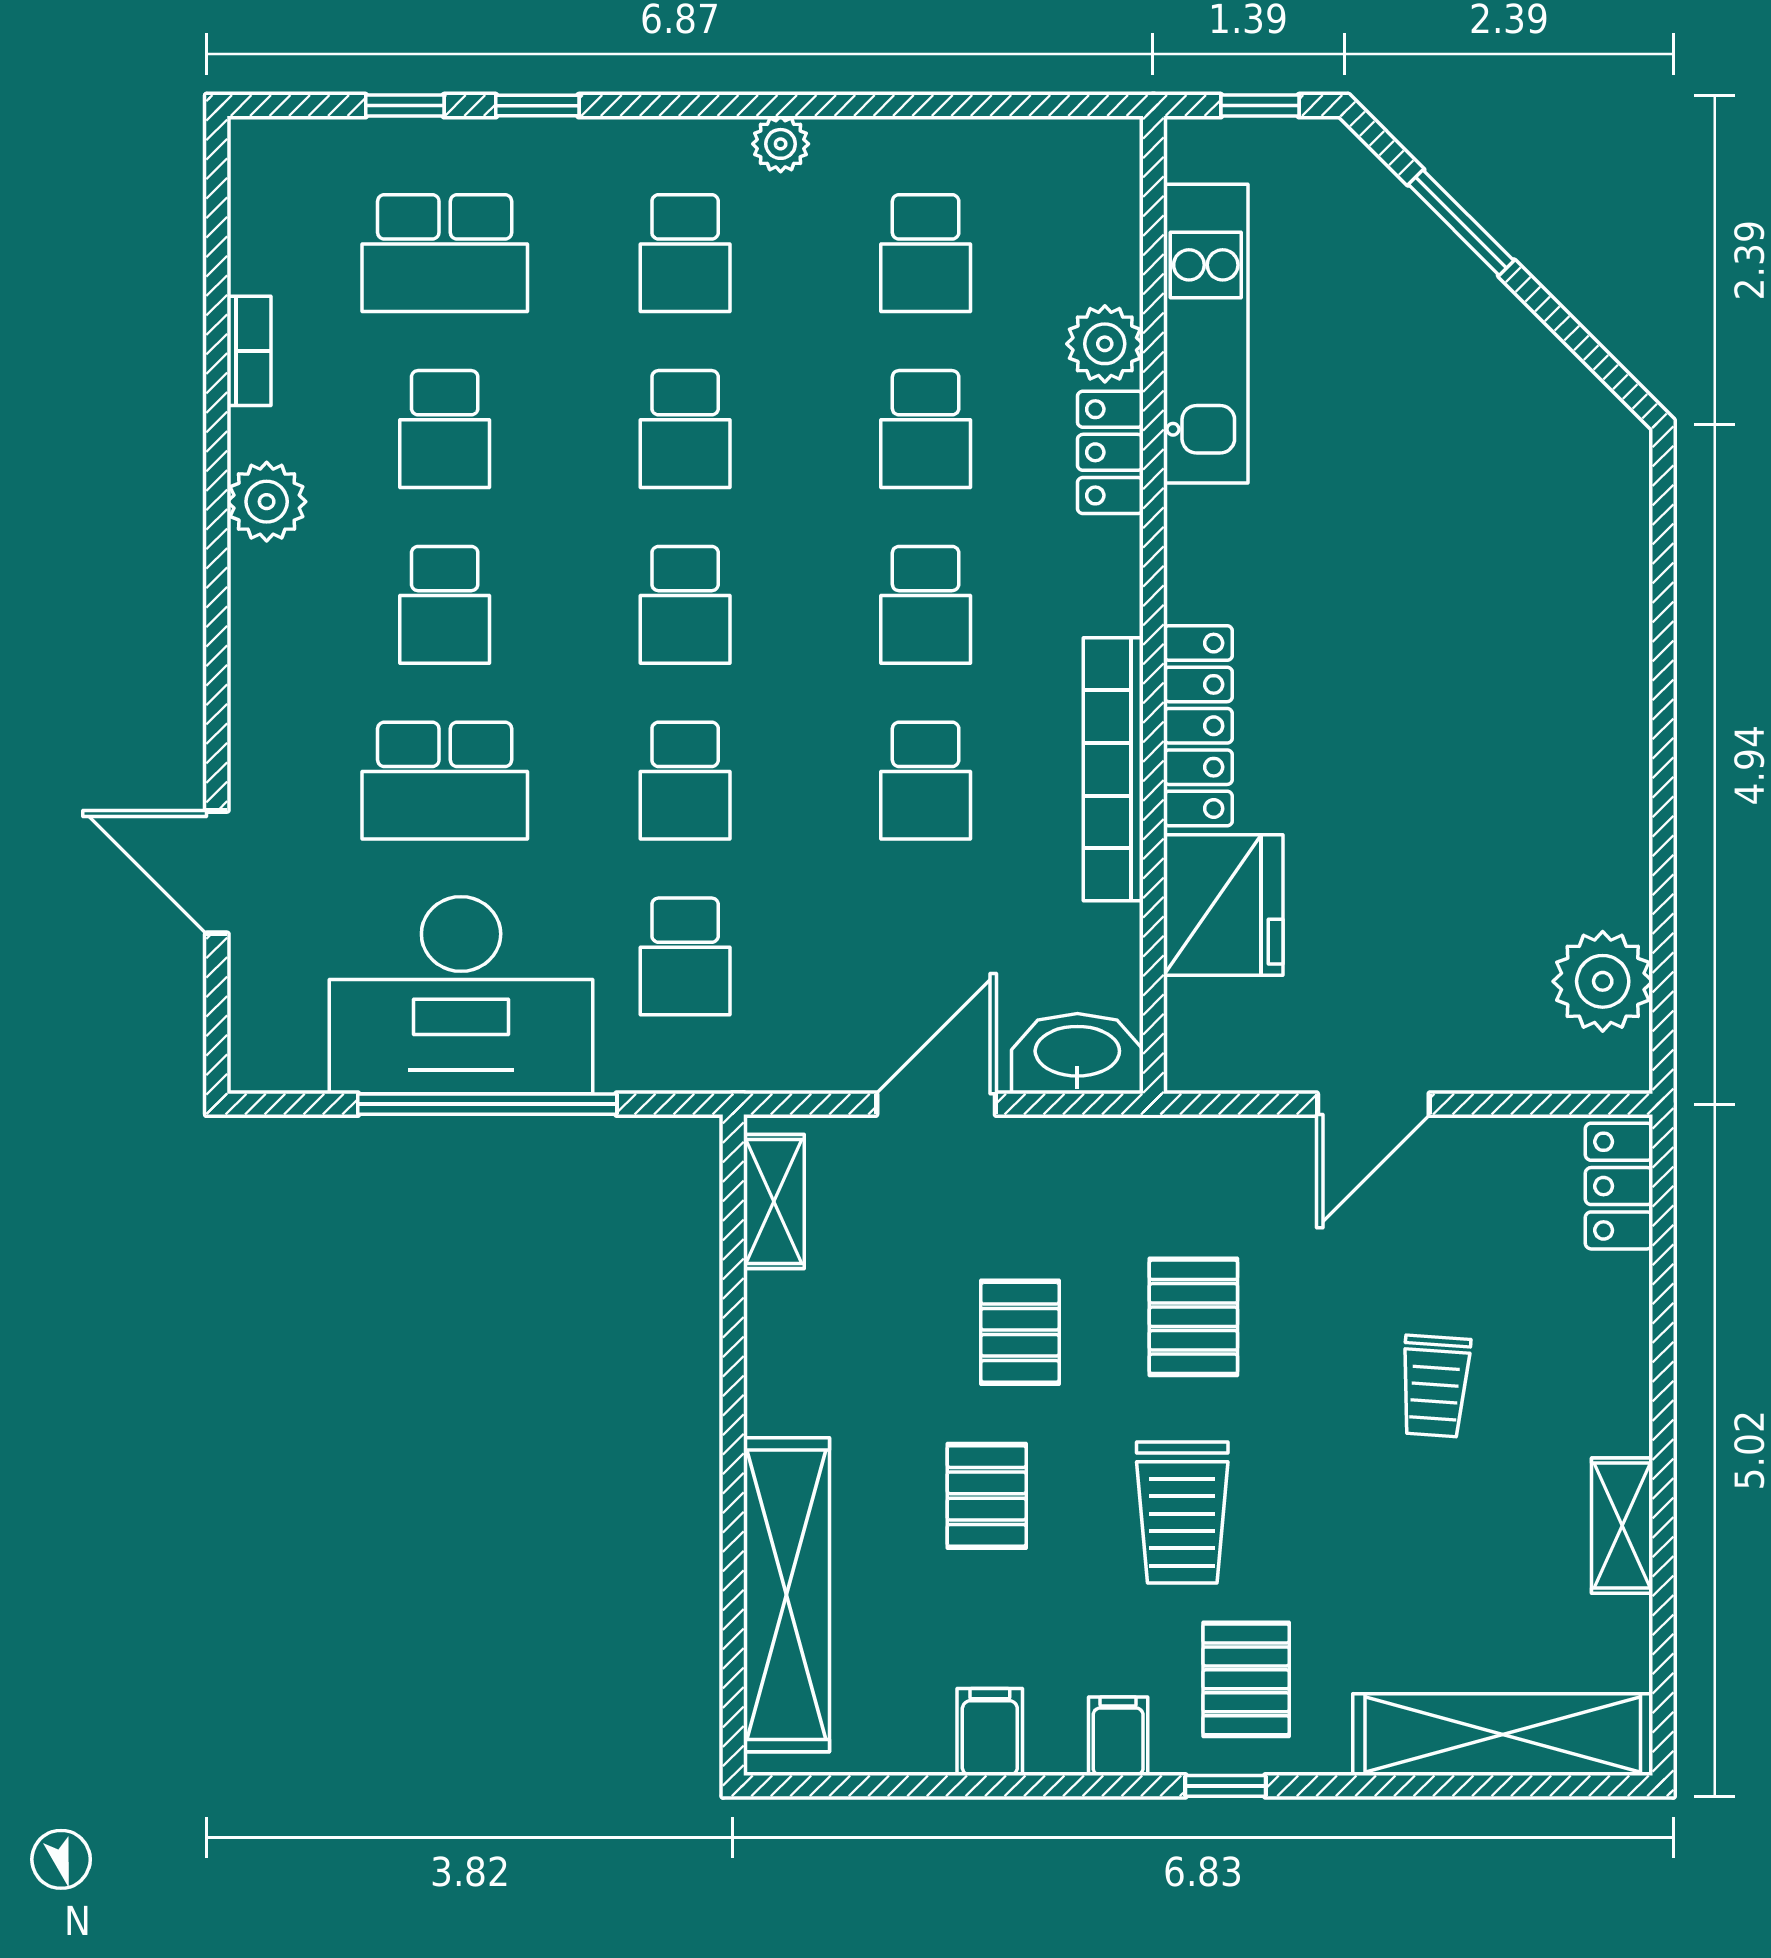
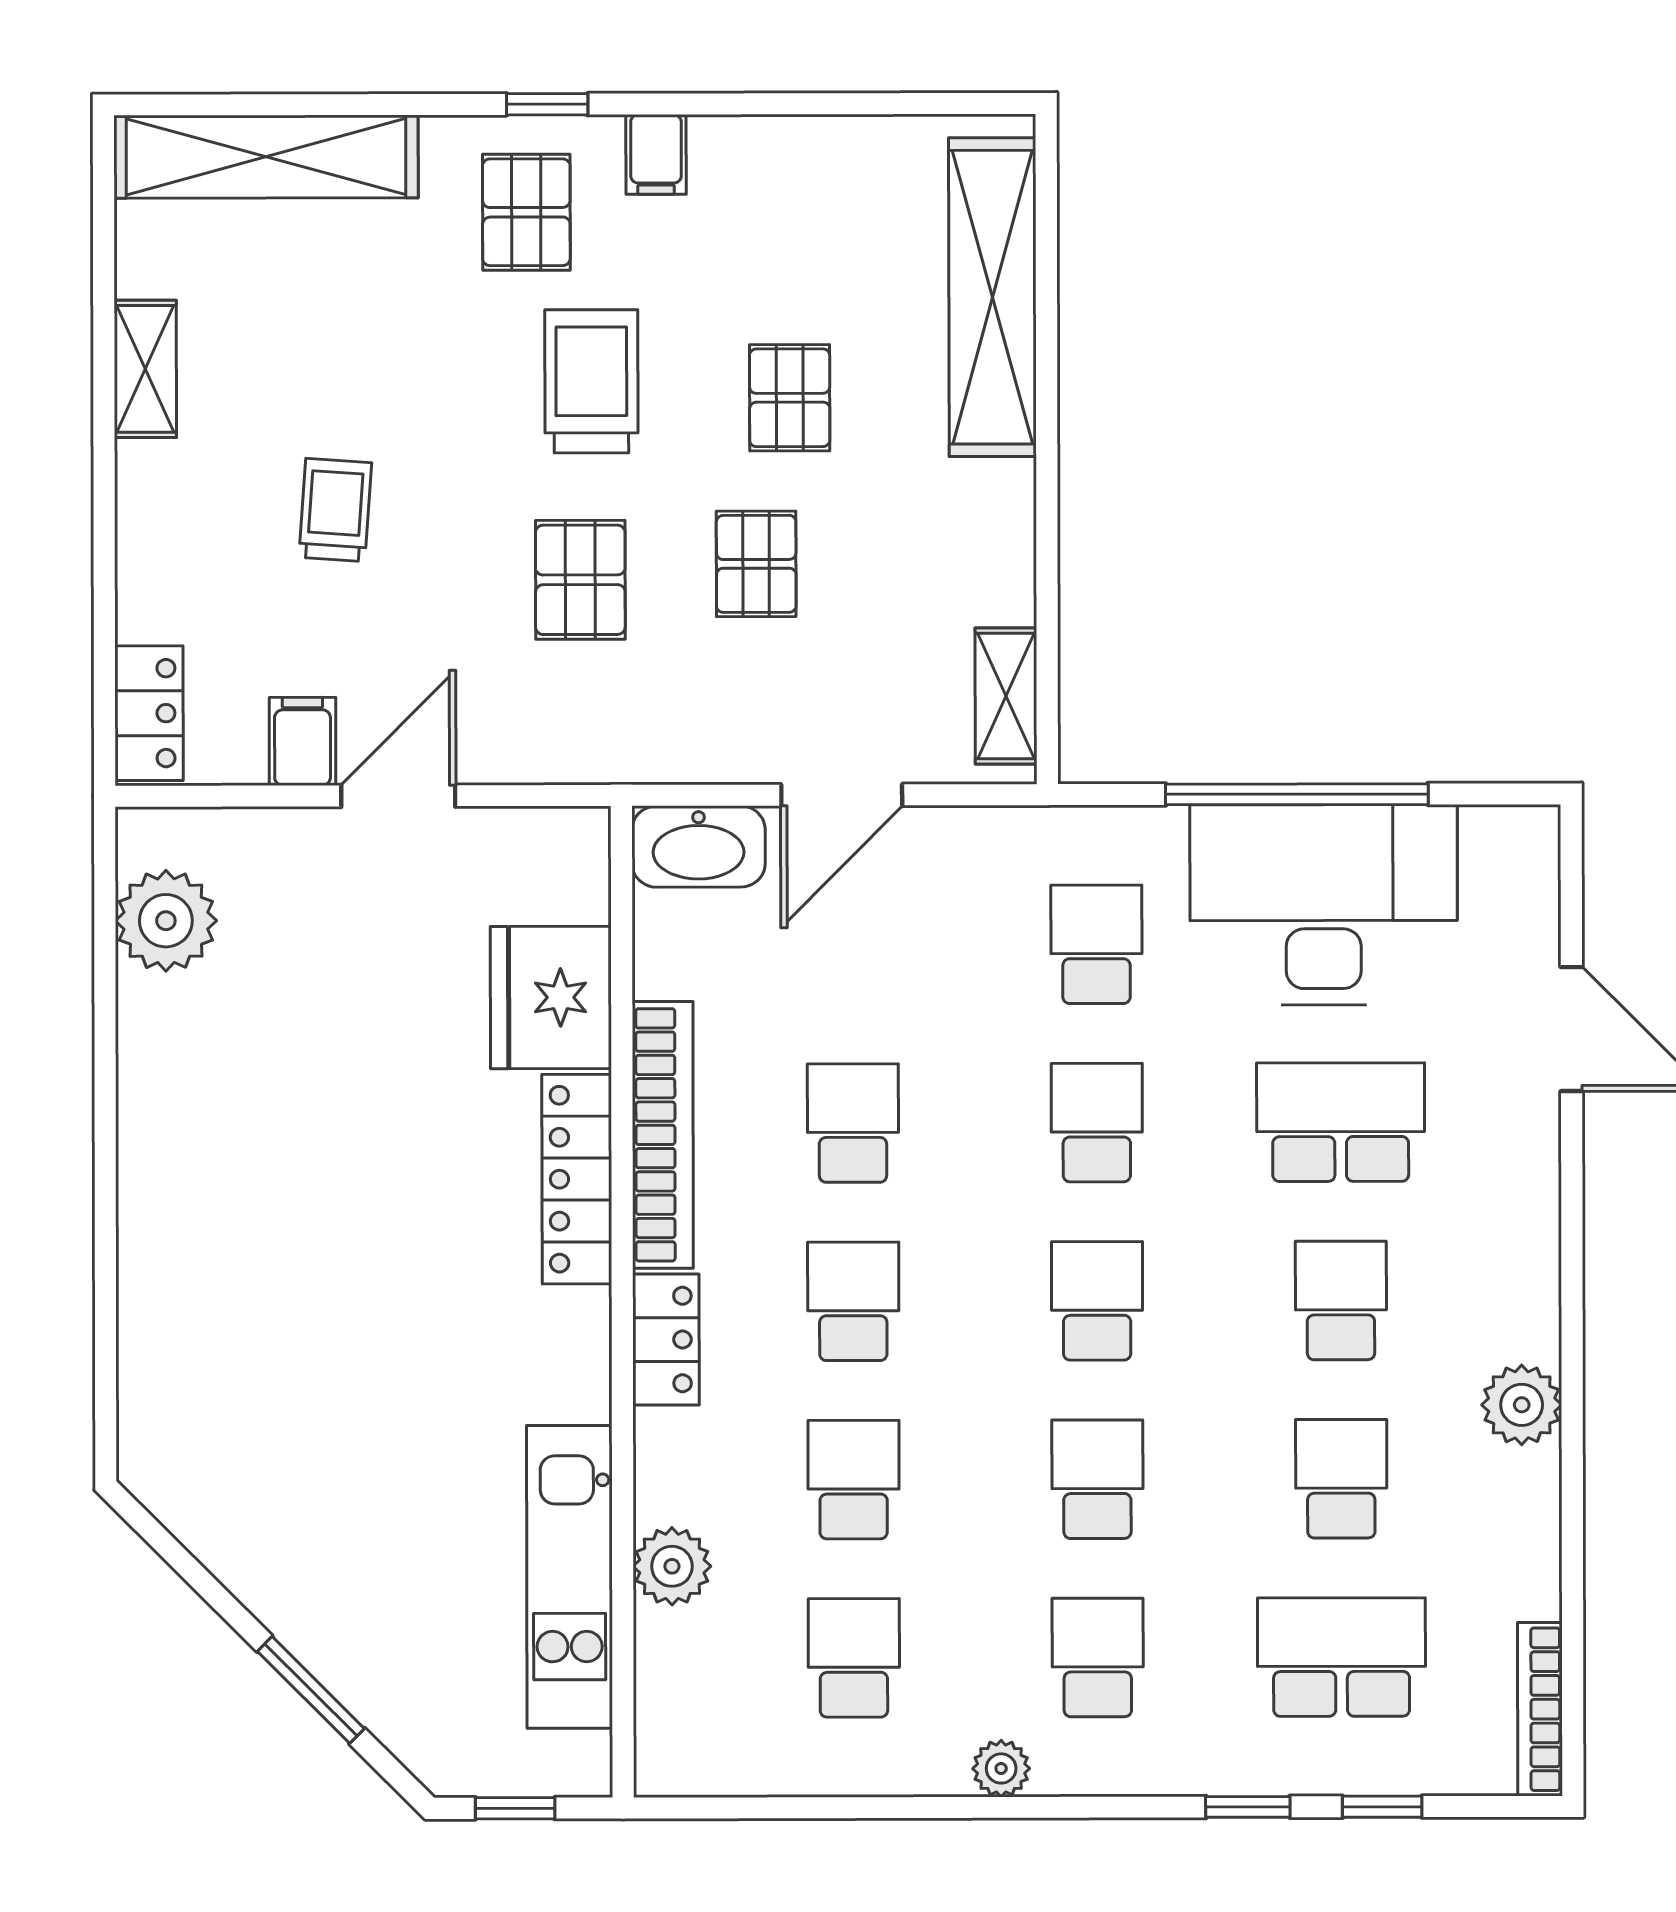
bookcase: (249, 351) -> (1540, 1709), moved, width x1.56
locker: (1110, 452) -> (666, 1340), moved
filing cabinet: (990, 1732) -> (303, 741), moved, turned 180

